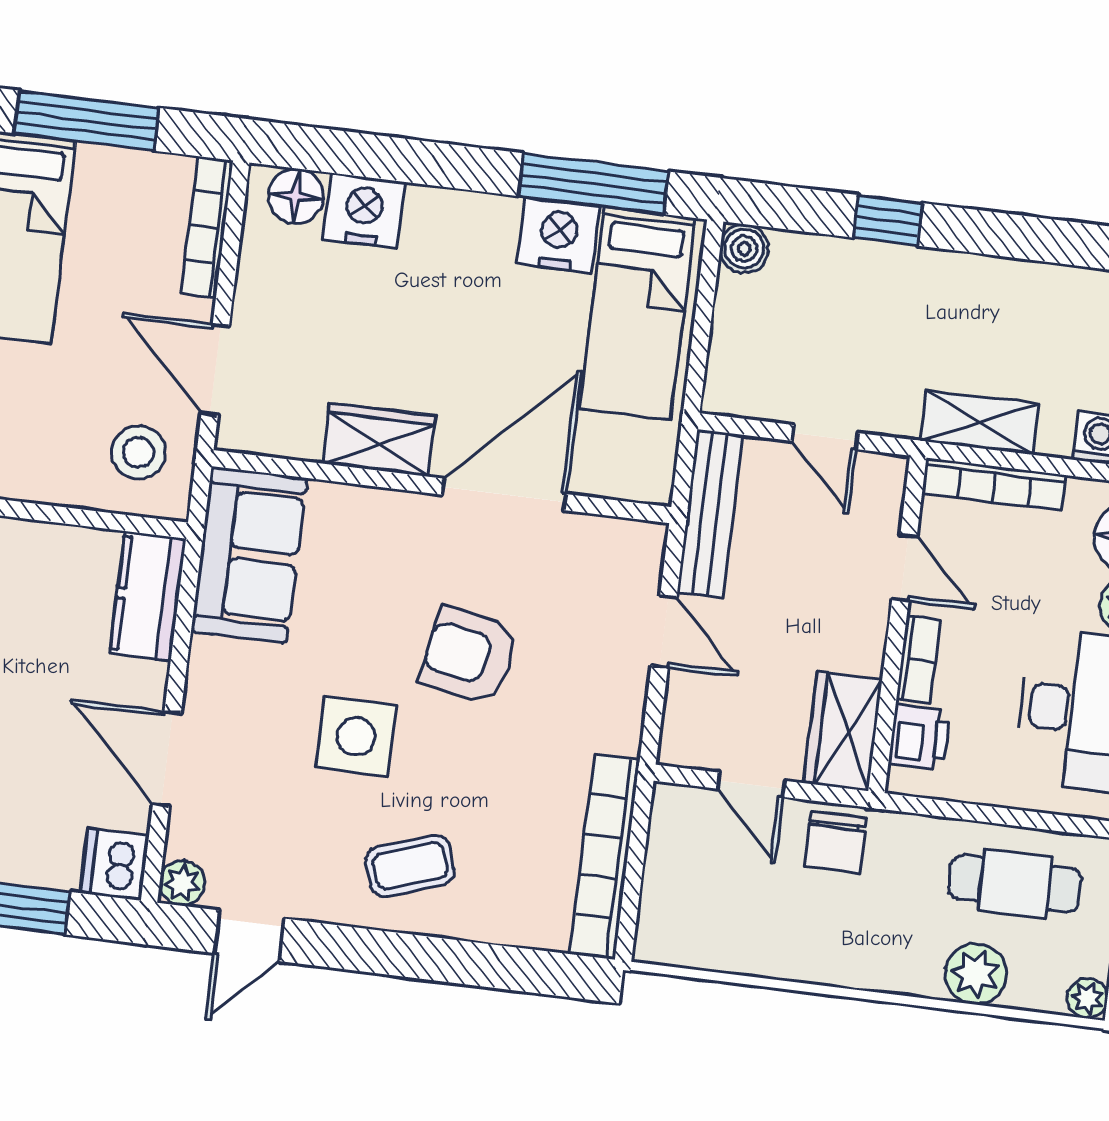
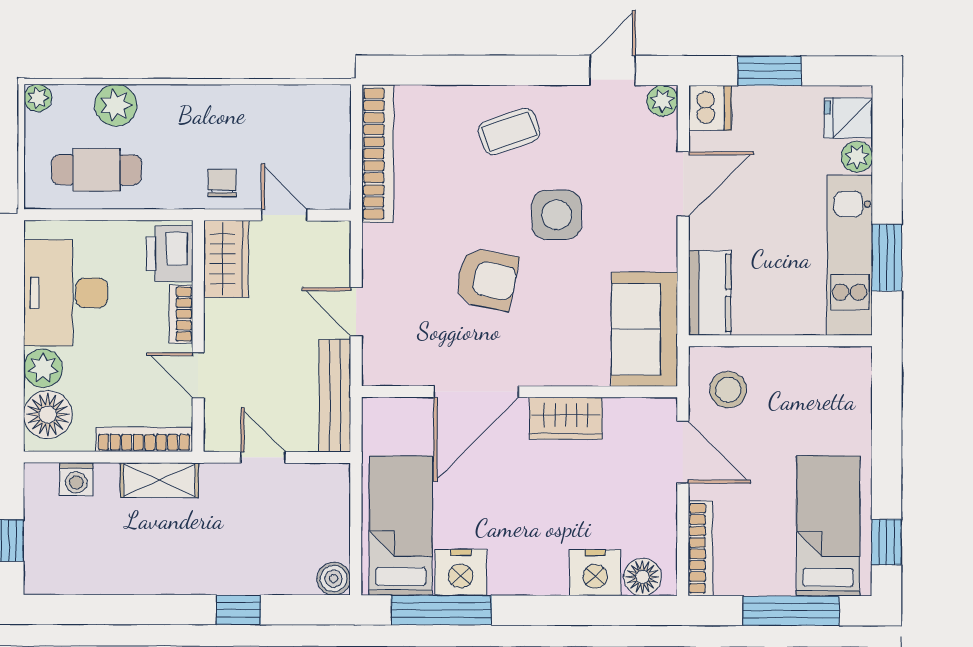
printer: (919, 737) -> (170, 254), width x1.36, depth x1.24
door: (167, 759) -> (683, 184), hinge flipped
chair: (835, 842) -> (222, 183), width x0.73, depth x0.73

